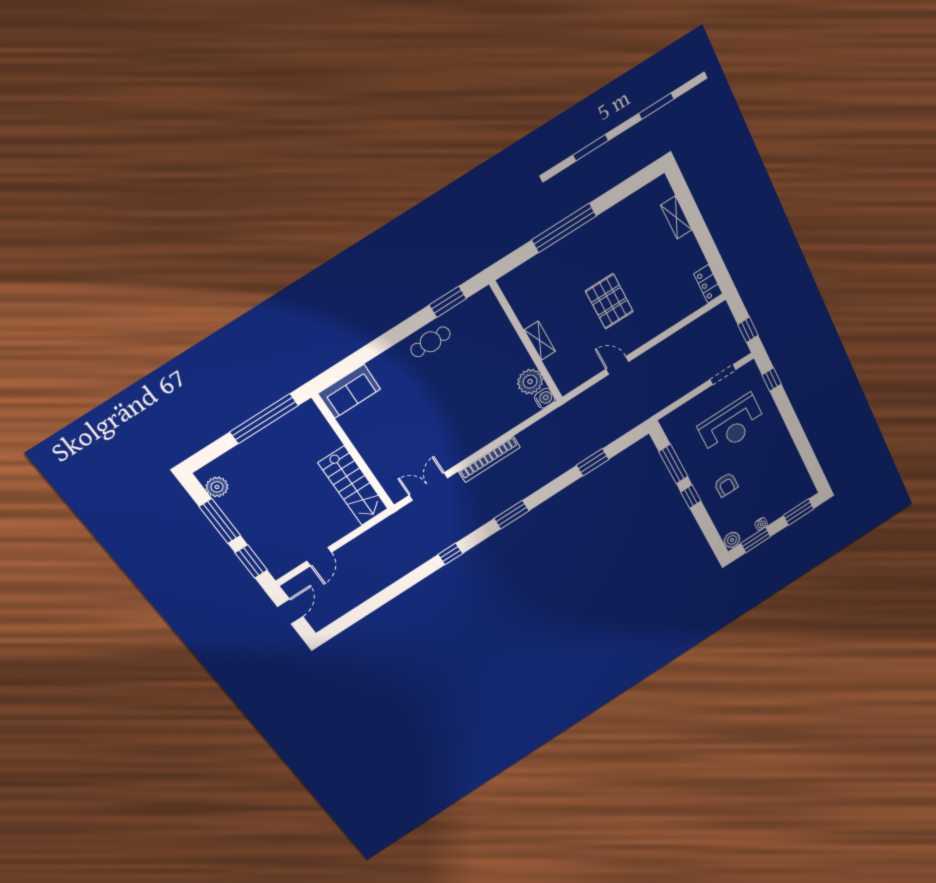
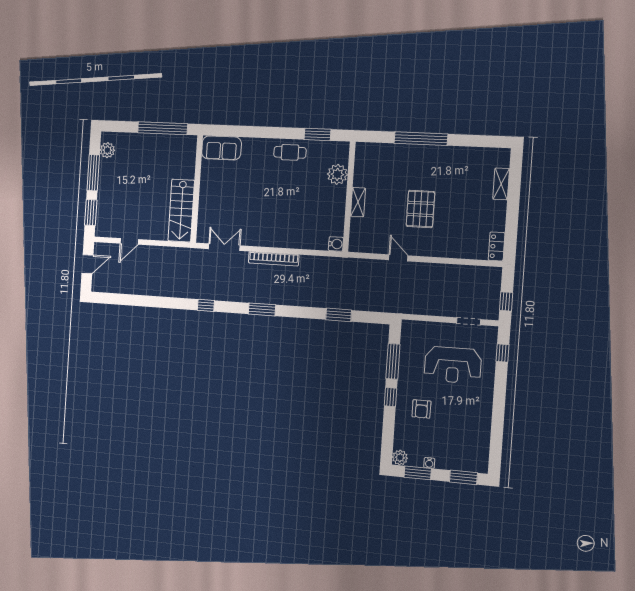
plant: (530, 382) -> (337, 174), moved

